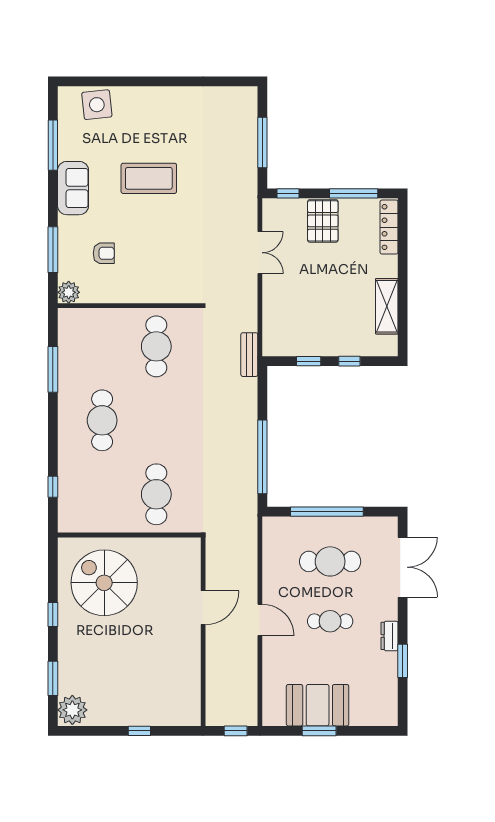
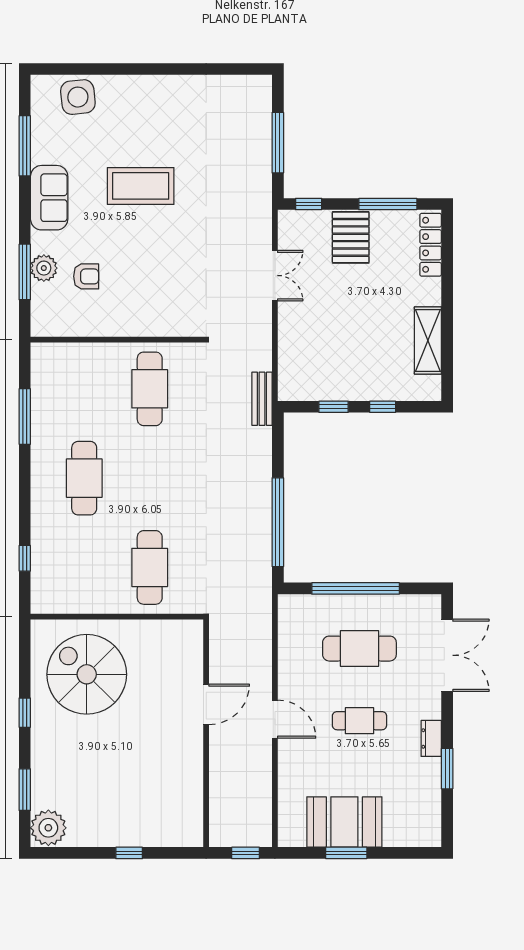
plant: (69, 292) -> (44, 268), moved

